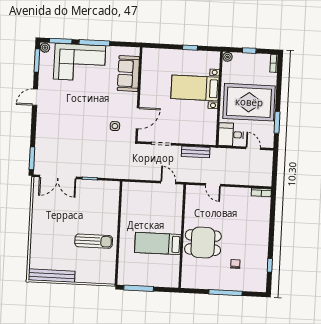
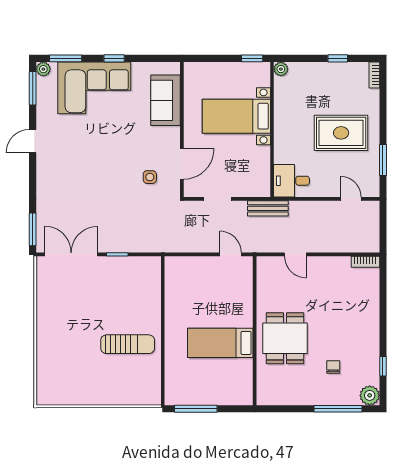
window: (94, 43) -> (114, 58), width x0.46
plant: (228, 57) -> (281, 69), moved
bed with nightstands: (195, 88) -> (236, 116), moved
wall: (219, 98) -> (272, 130), moved
rug: (249, 102) -> (341, 133), width x0.73, depth x0.69
desk: (231, 135) -> (292, 181), moved
double door: (58, 177) -> (71, 254), swing flipped
dining table: (203, 243) -> (285, 338), turned 90
bench: (52, 276) -> (69, 397), removed
plant: (260, 285) -> (370, 395), added
window: (226, 293) -> (338, 409), moved

